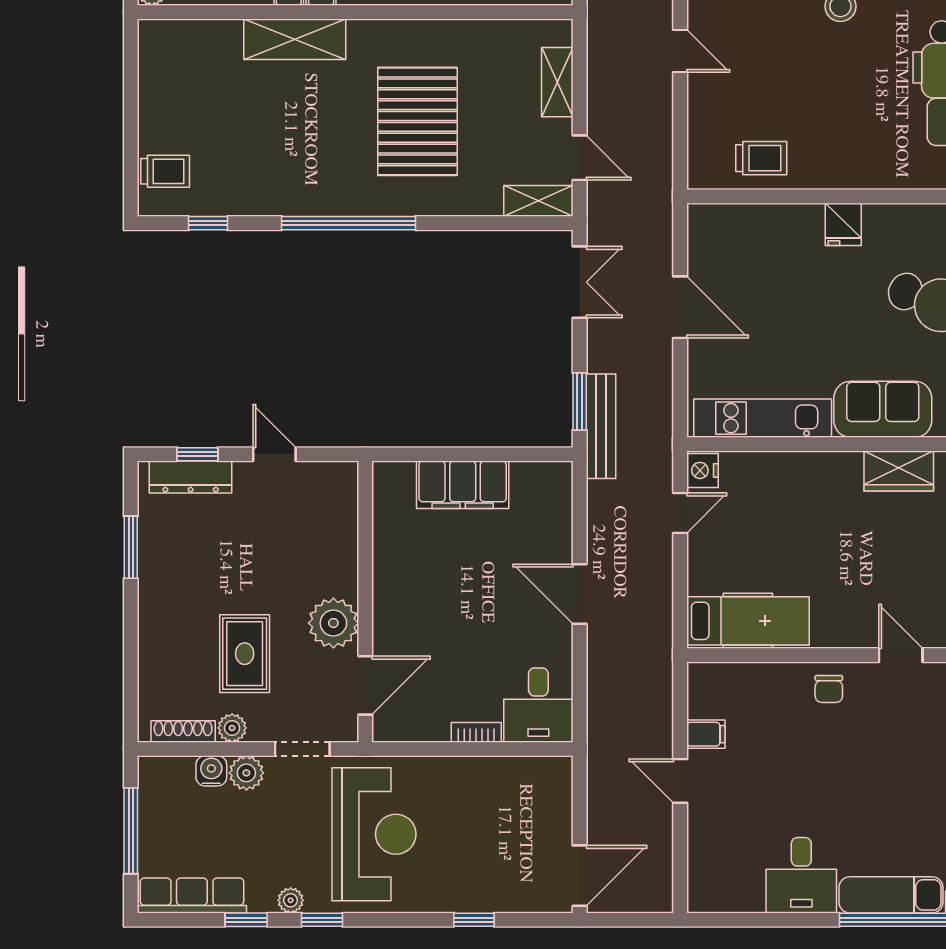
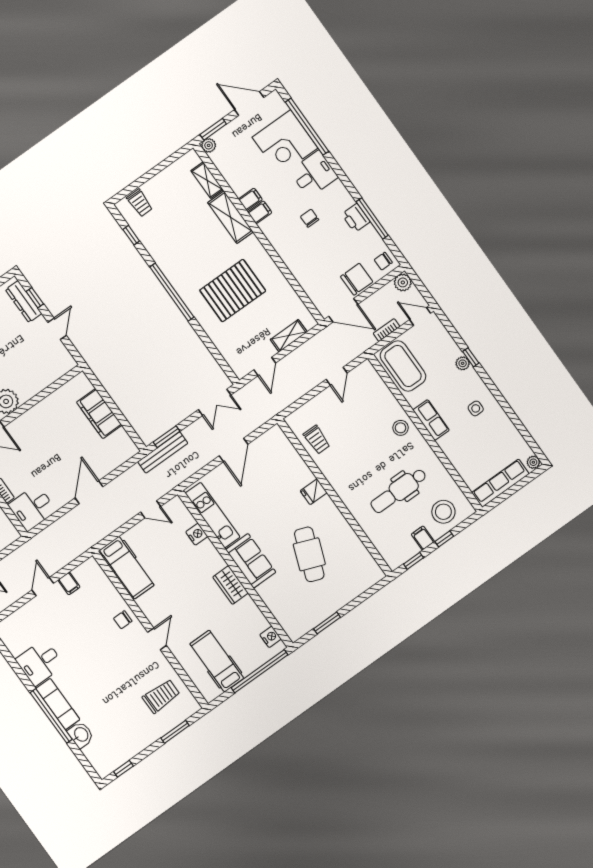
shelving: (538, 201) -> (207, 180), moved
nightstand: (702, 470) -> (197, 534), moved, turned 90

